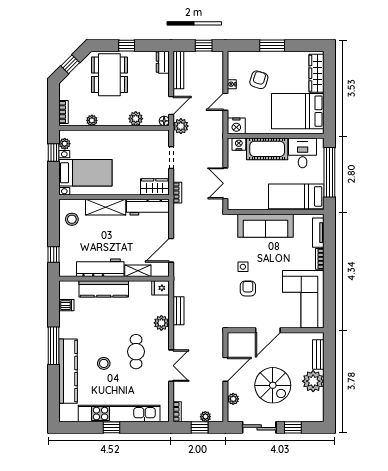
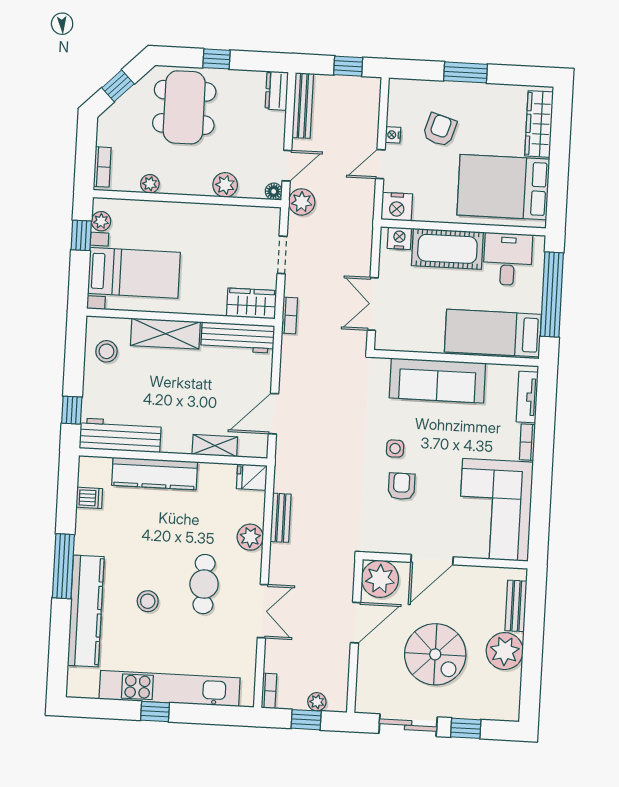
workbench: (100, 268) -> (120, 435), moved
plant: (233, 399) -> (380, 579), moved, width x1.87, depth x1.87

